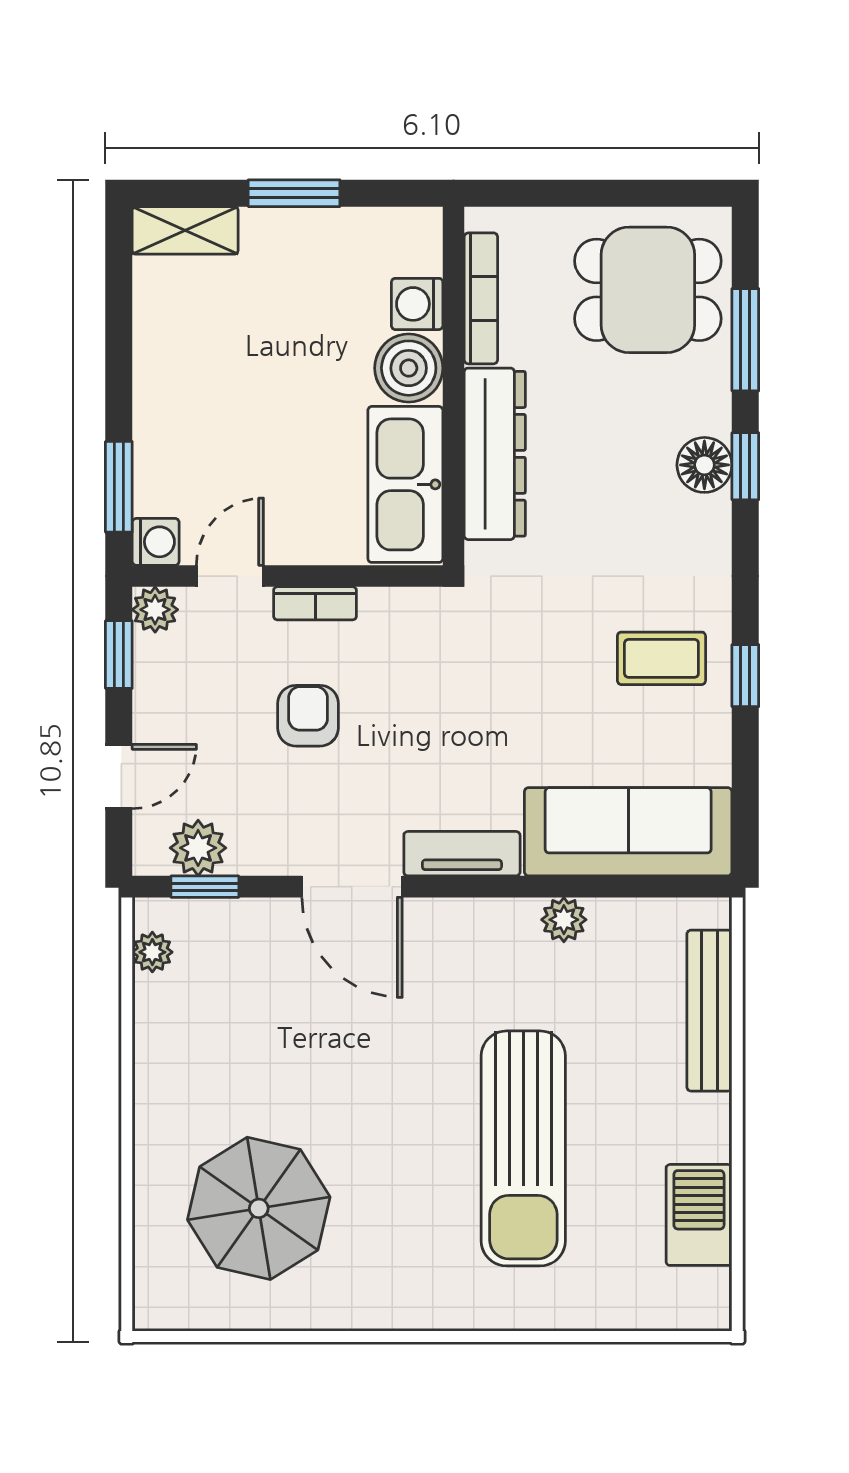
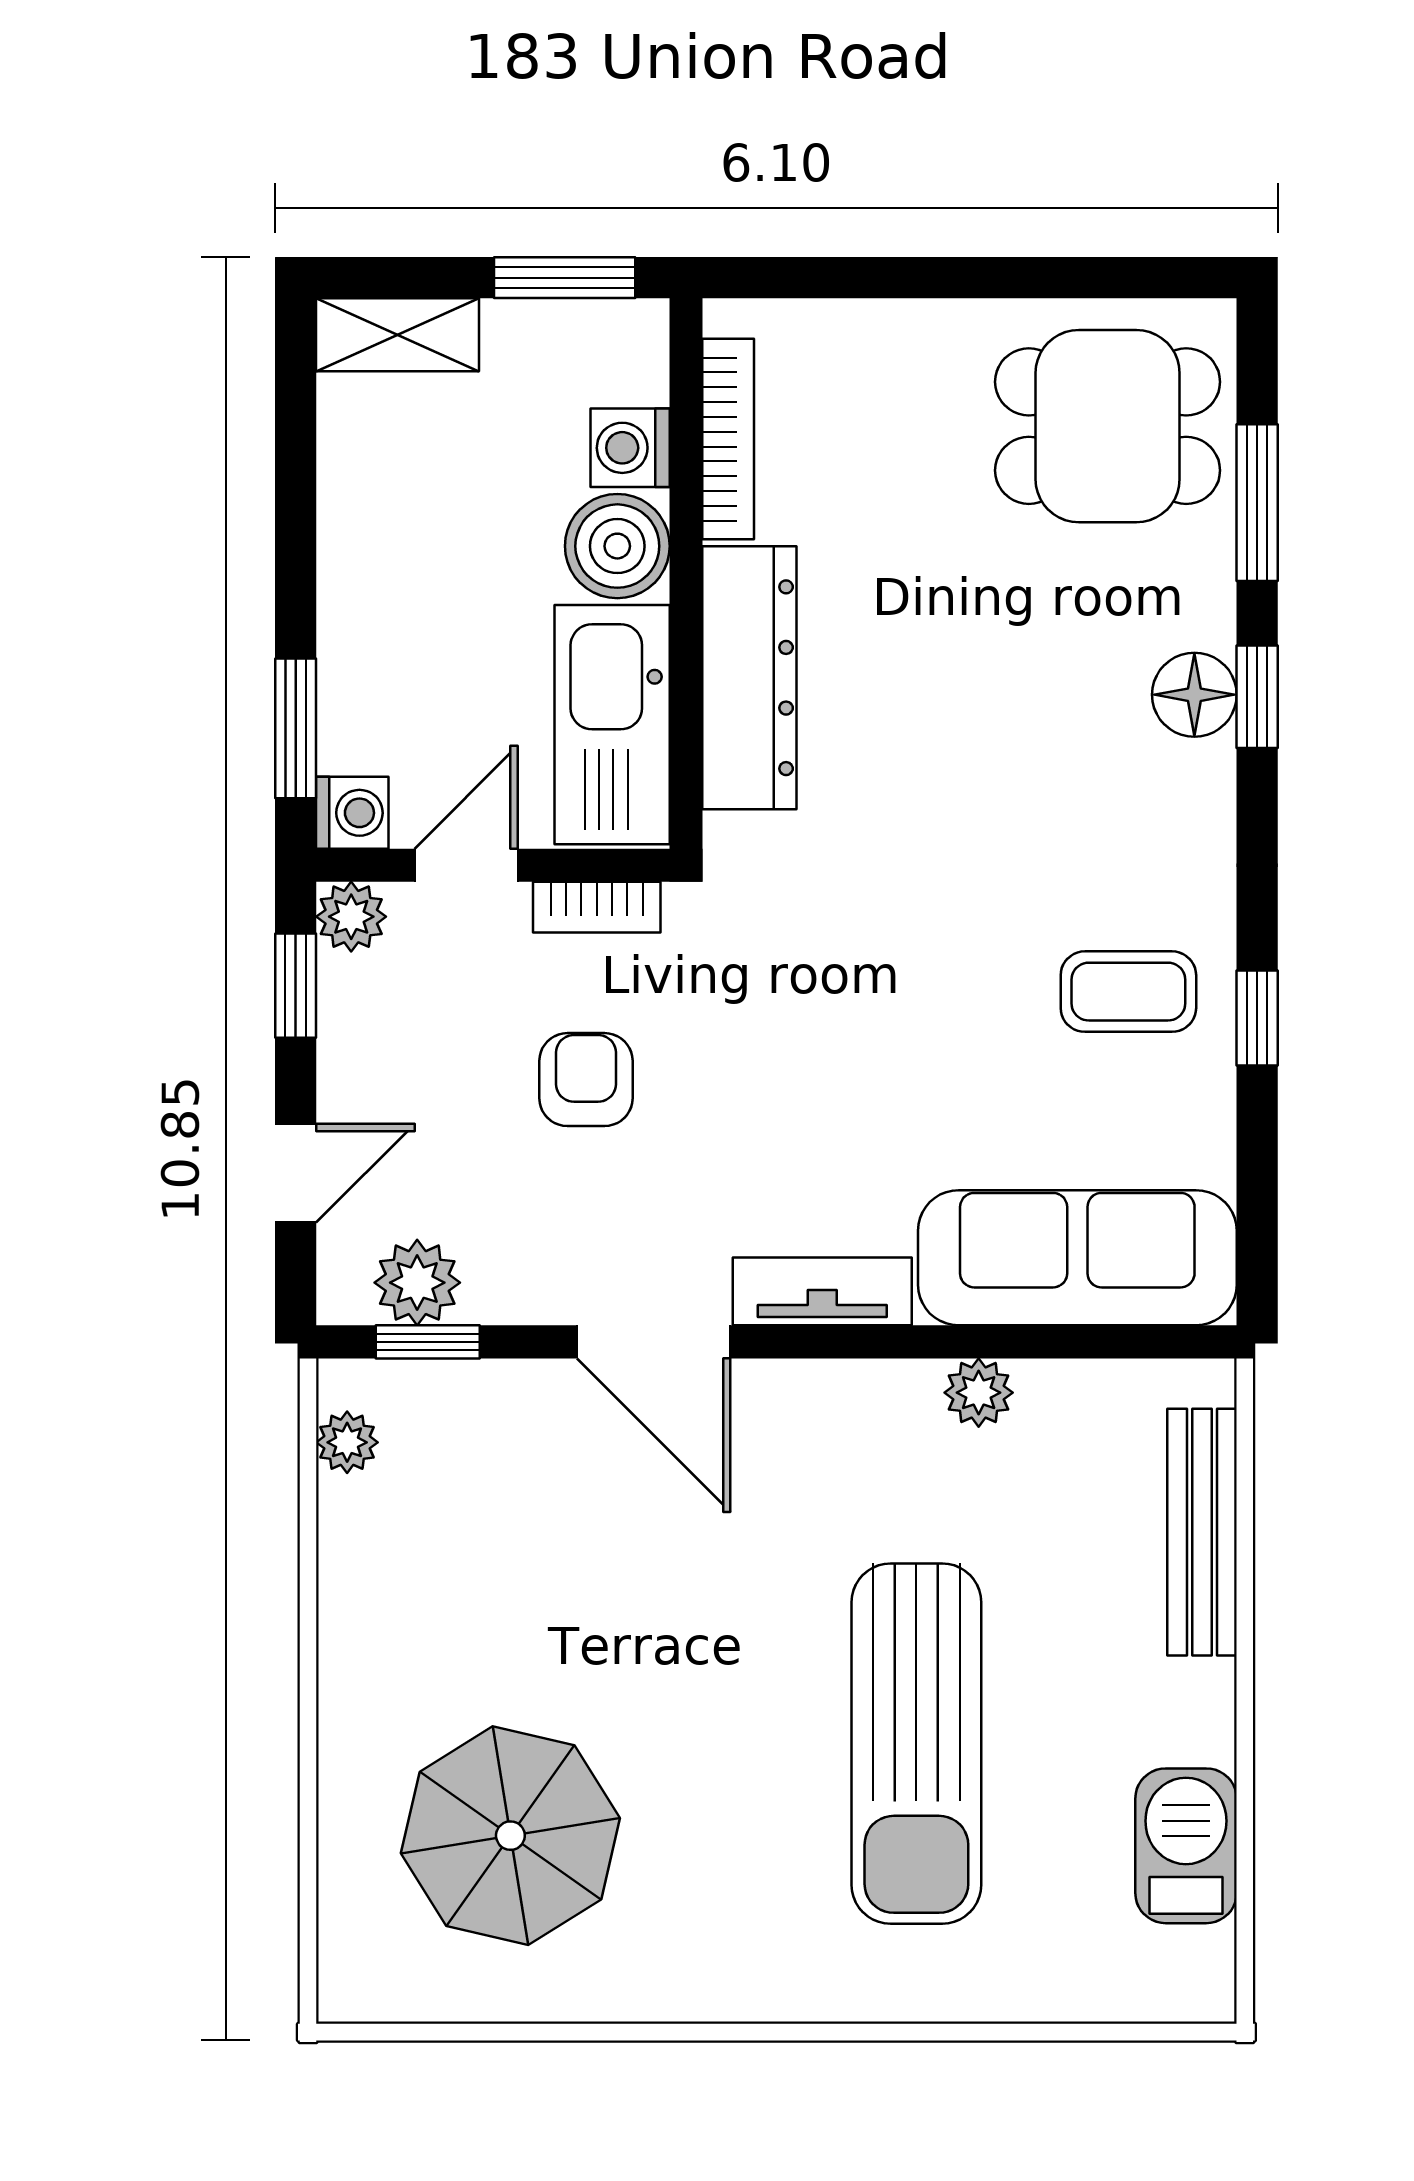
bookcase: (481, 298) -> (728, 439), moved
washing machine: (417, 304) -> (630, 448), moved
boiler: (409, 368) -> (617, 546), moved
wall: (453, 386) -> (686, 574), moved
dresser: (495, 454) -> (749, 678), moved
kitchen sink: (405, 484) -> (612, 725), moved

